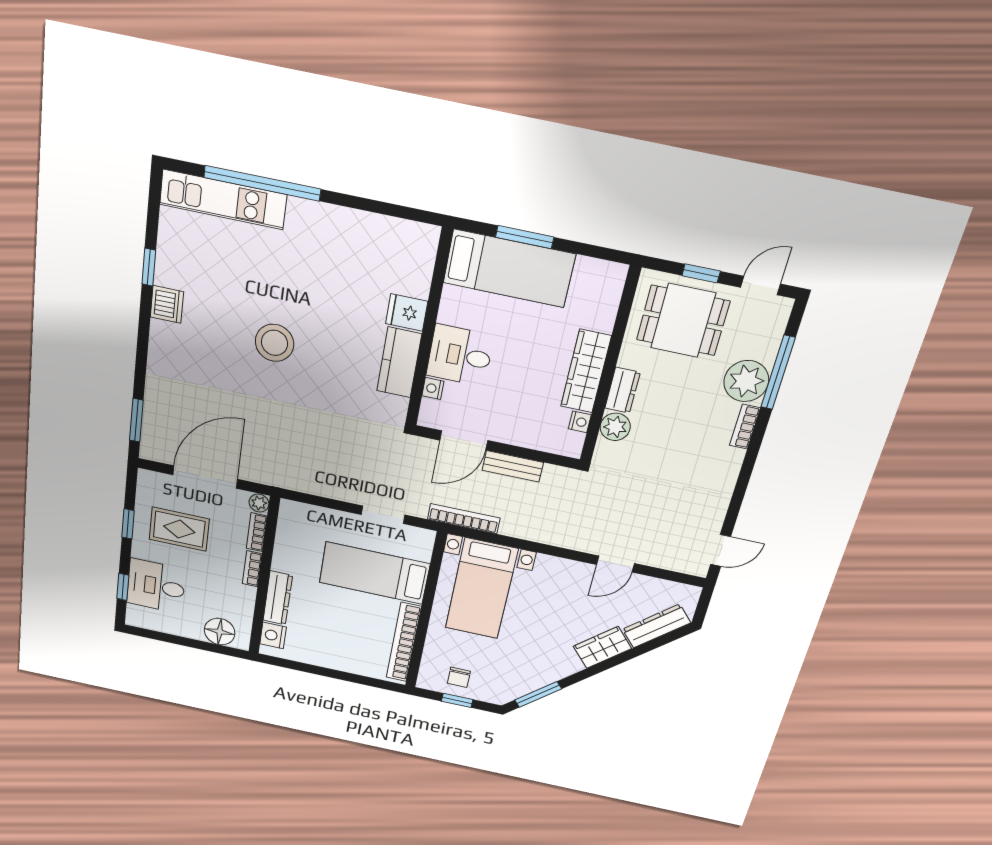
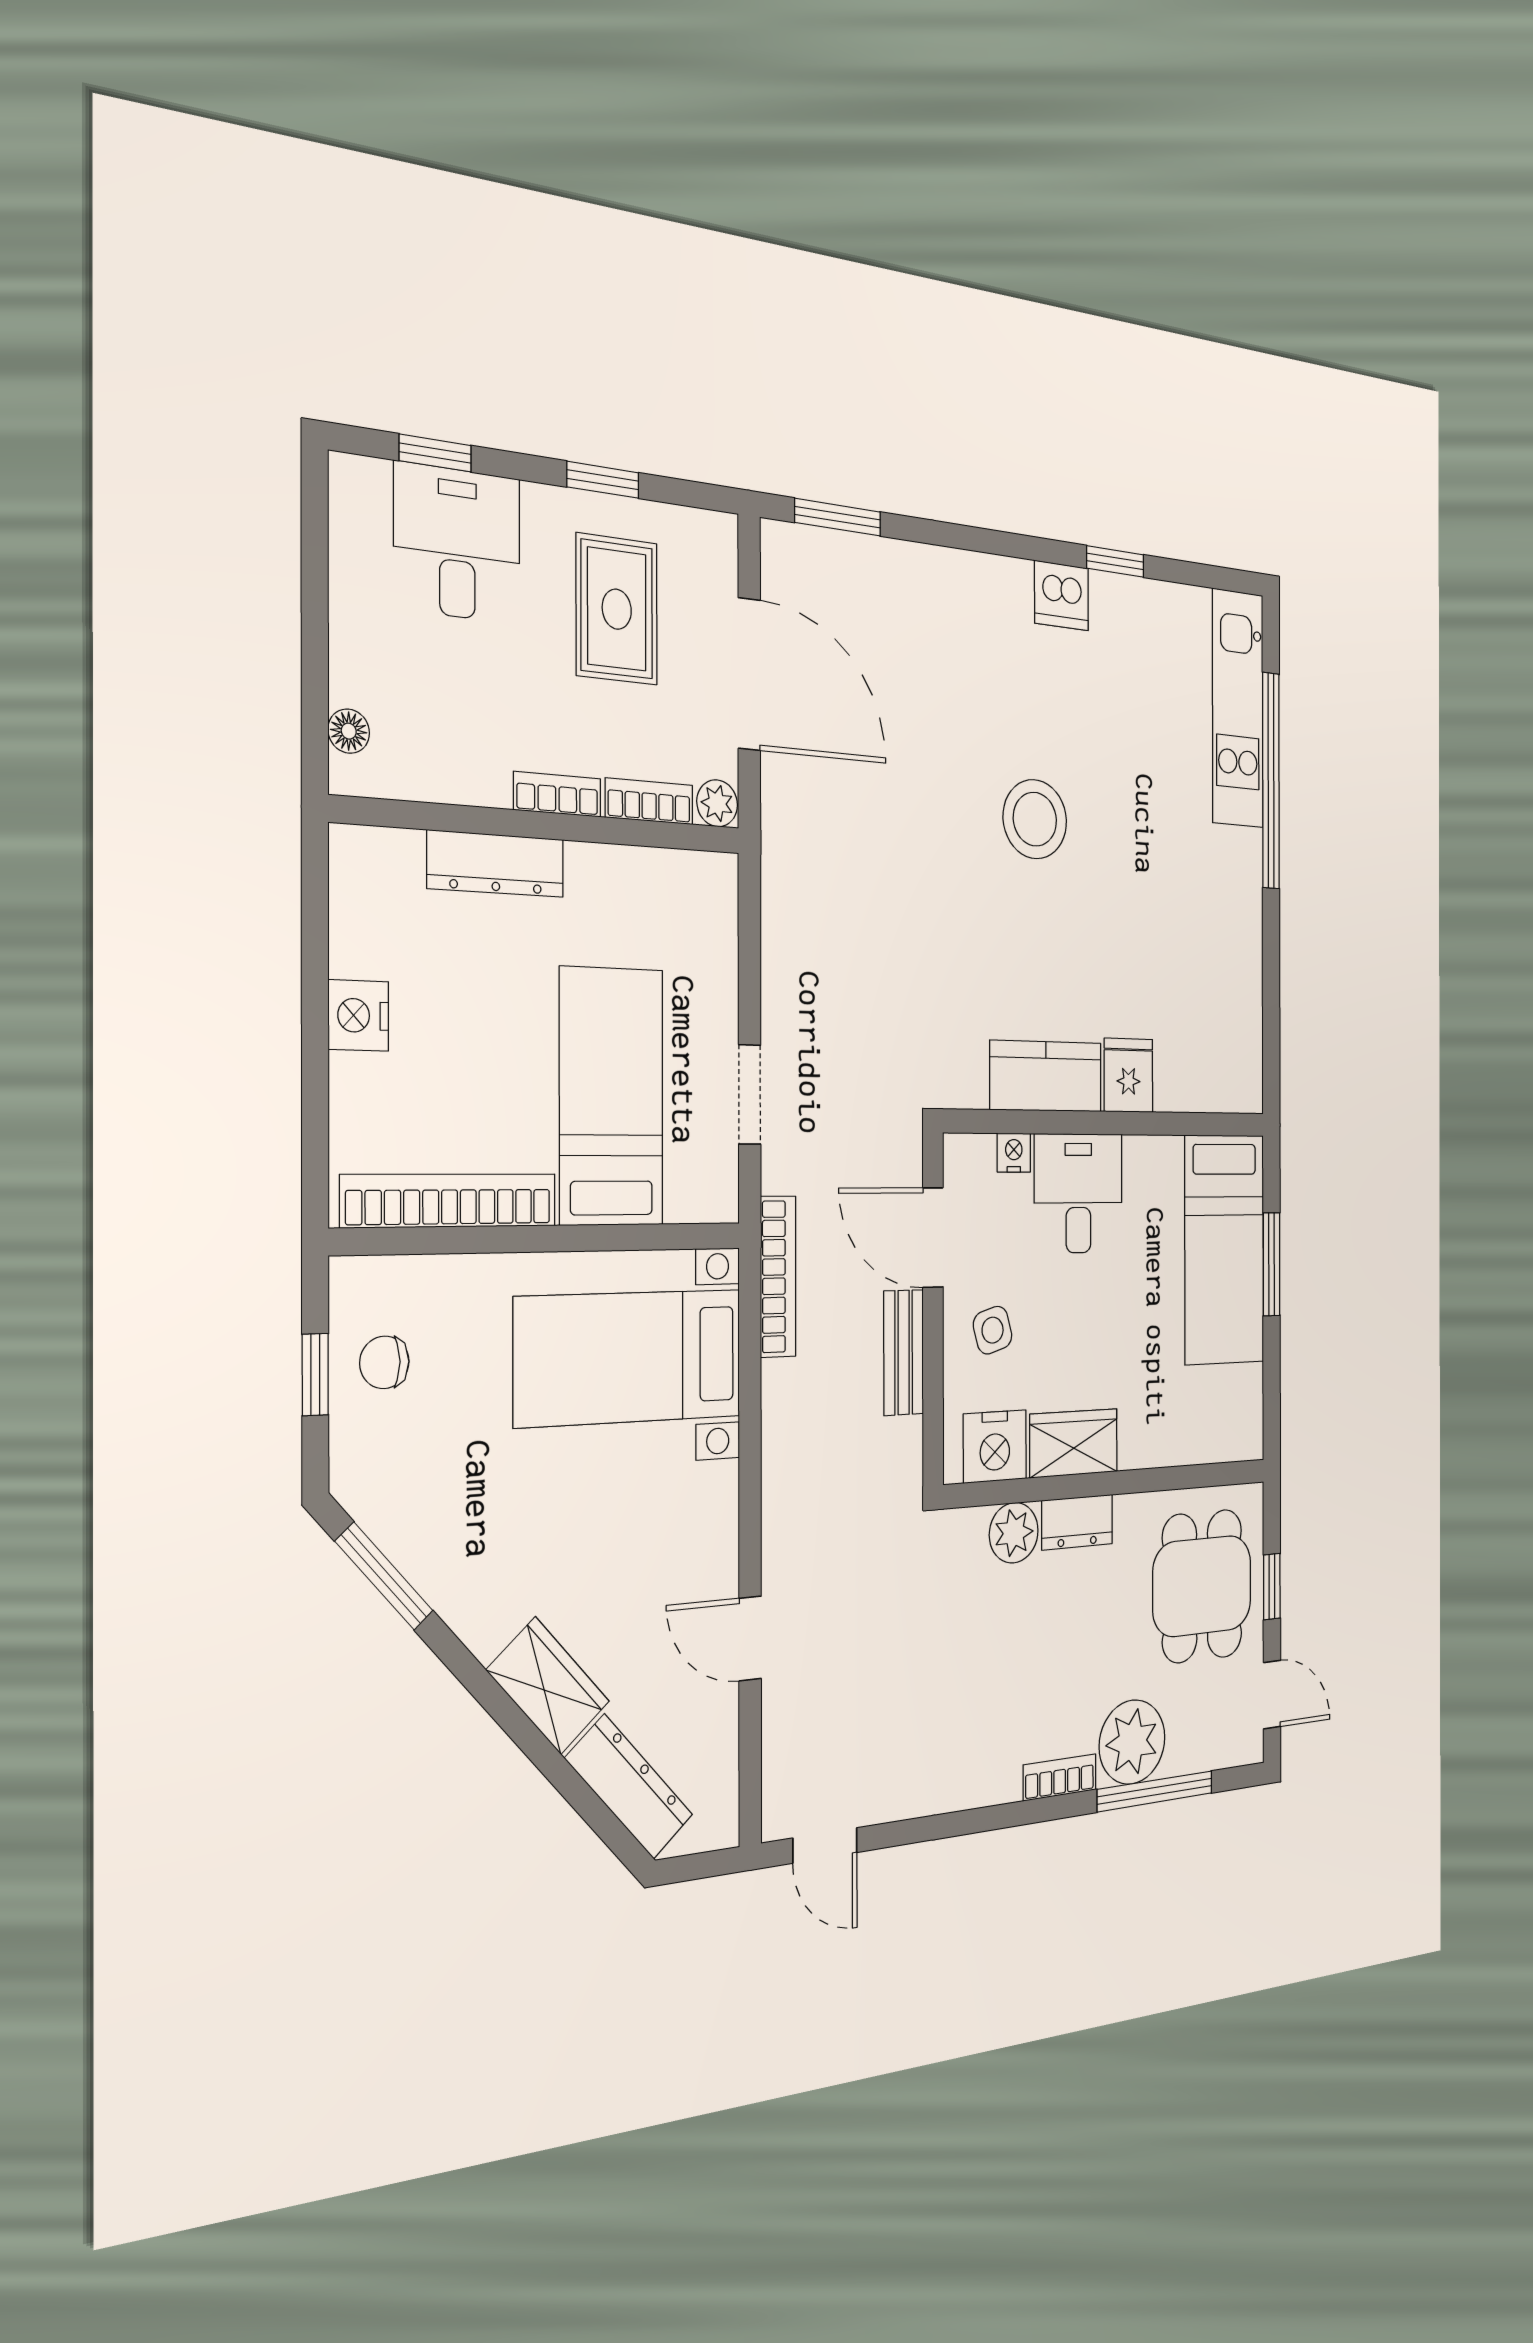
wardrobe: (586, 371) -> (1074, 1443), width x0.67
side table: (515, 418) -> (993, 1330), added
nightstand: (580, 422) -> (995, 1446), width x1.89, depth x1.79
floor lamp: (220, 632) -> (349, 731), width x0.53, depth x0.53
nightstand: (273, 635) -> (358, 1015), moved, turned -90

